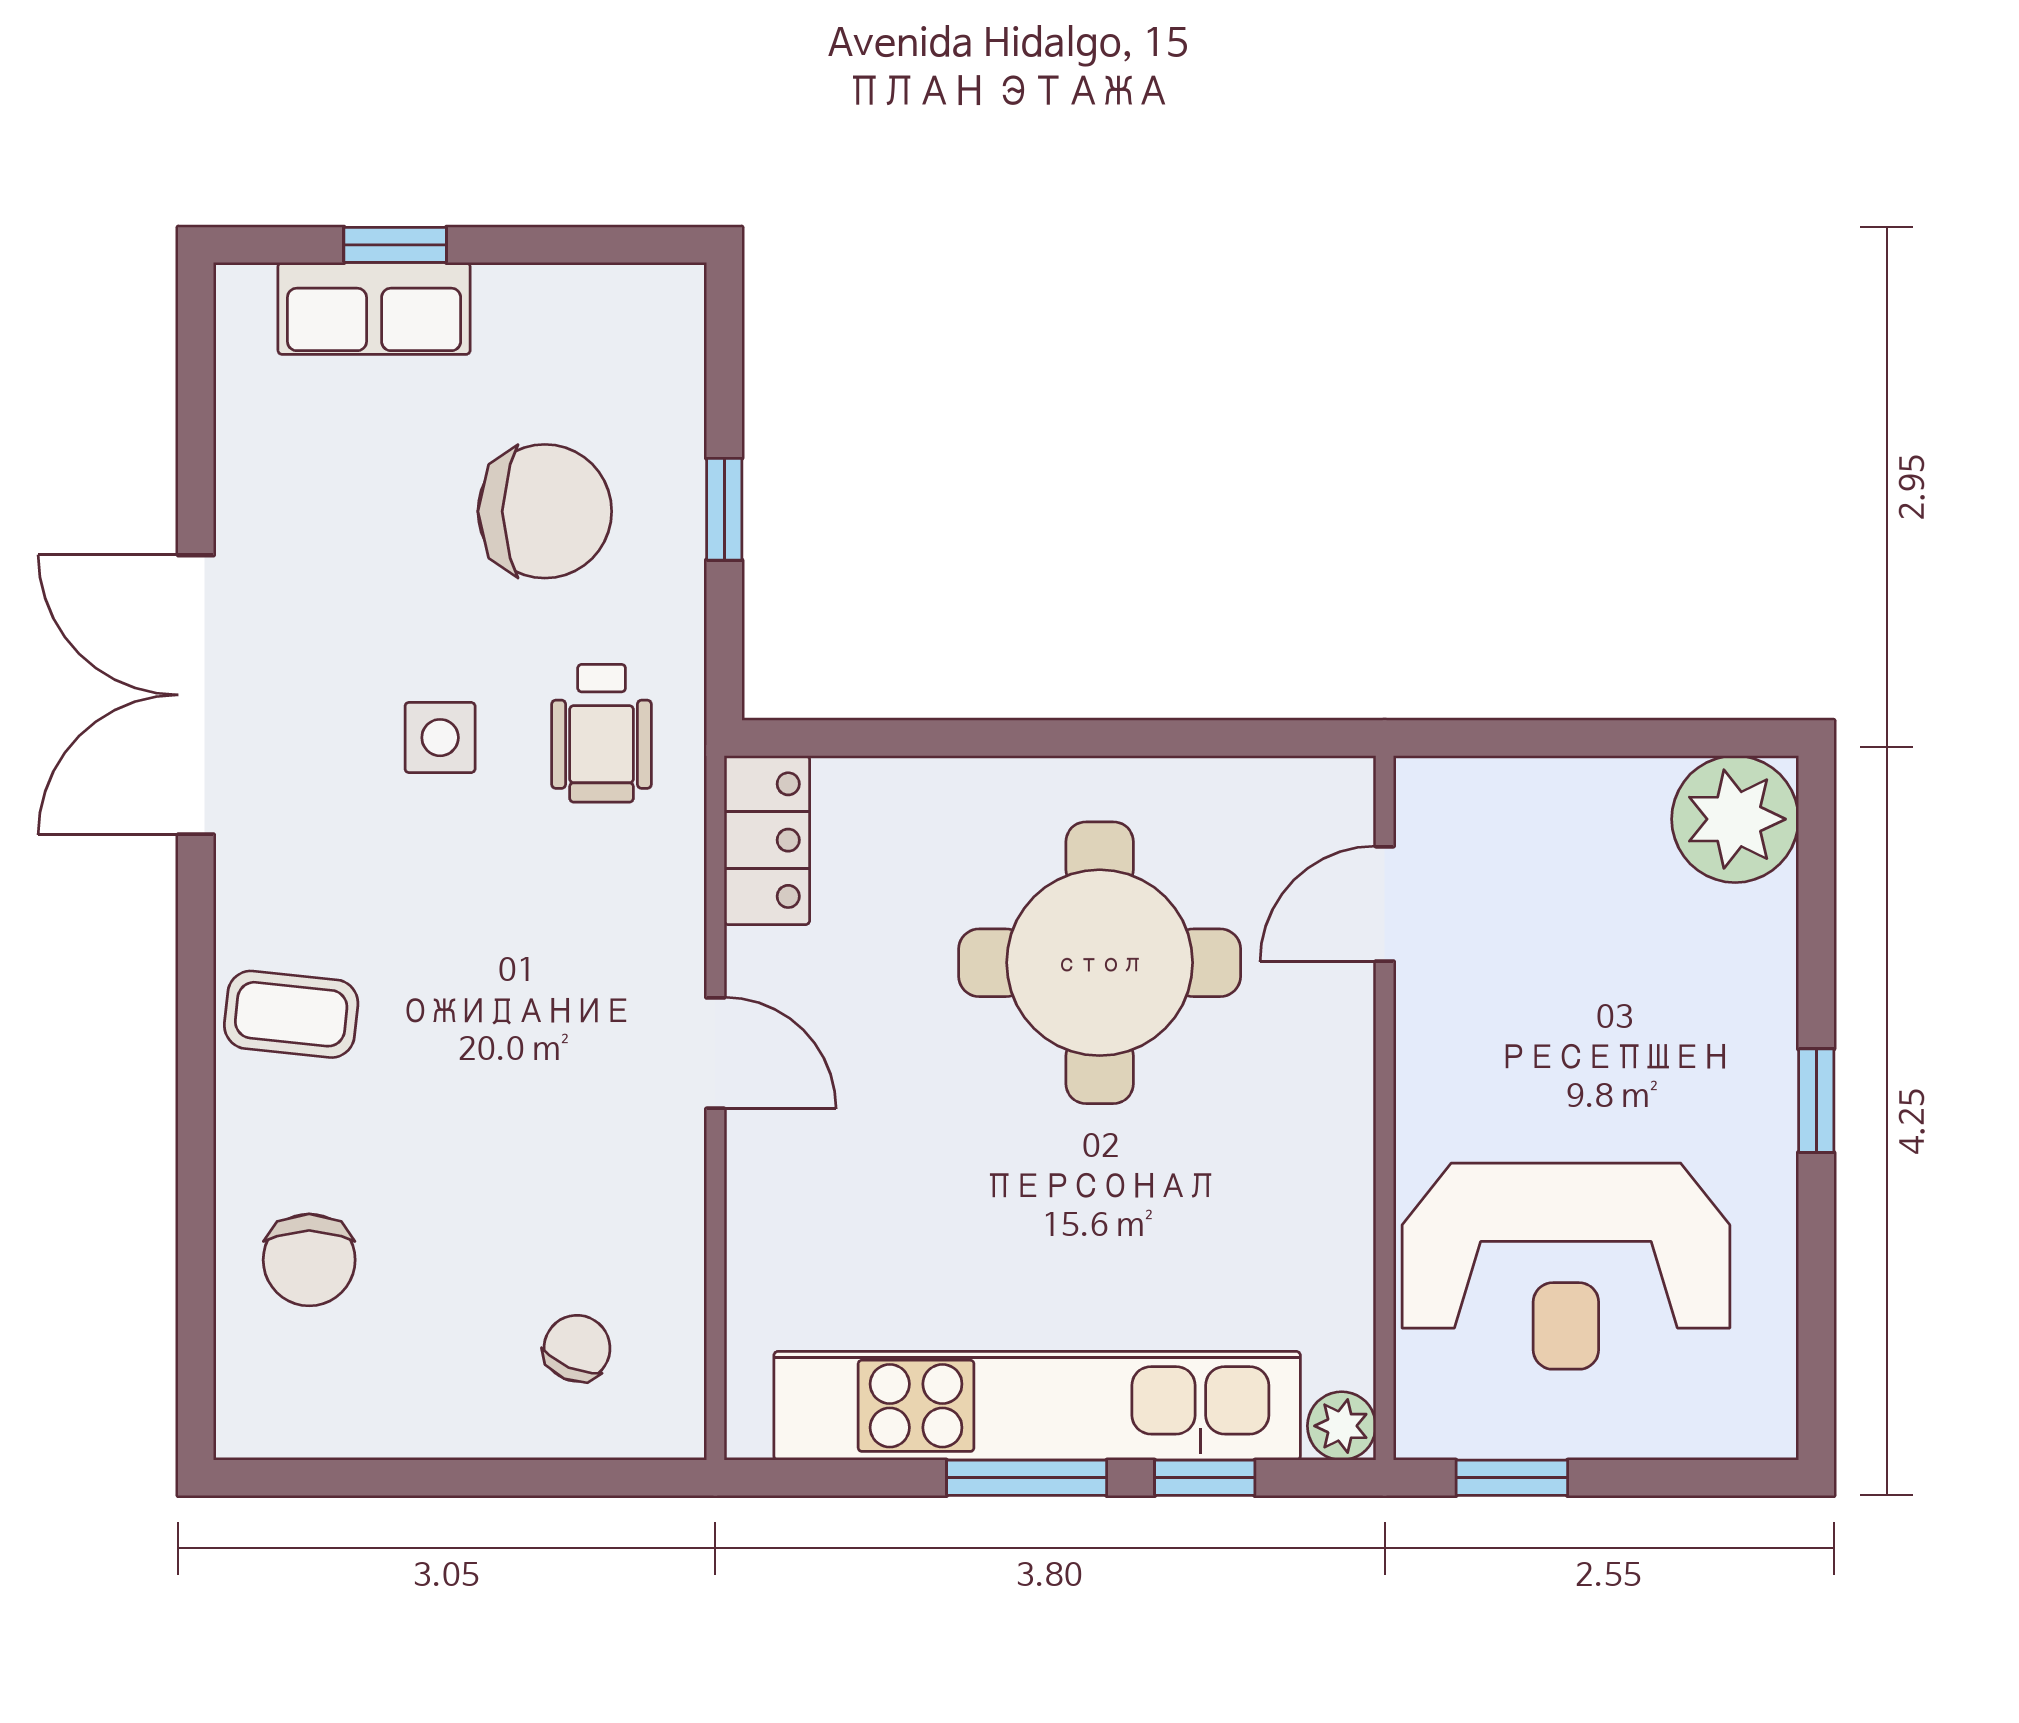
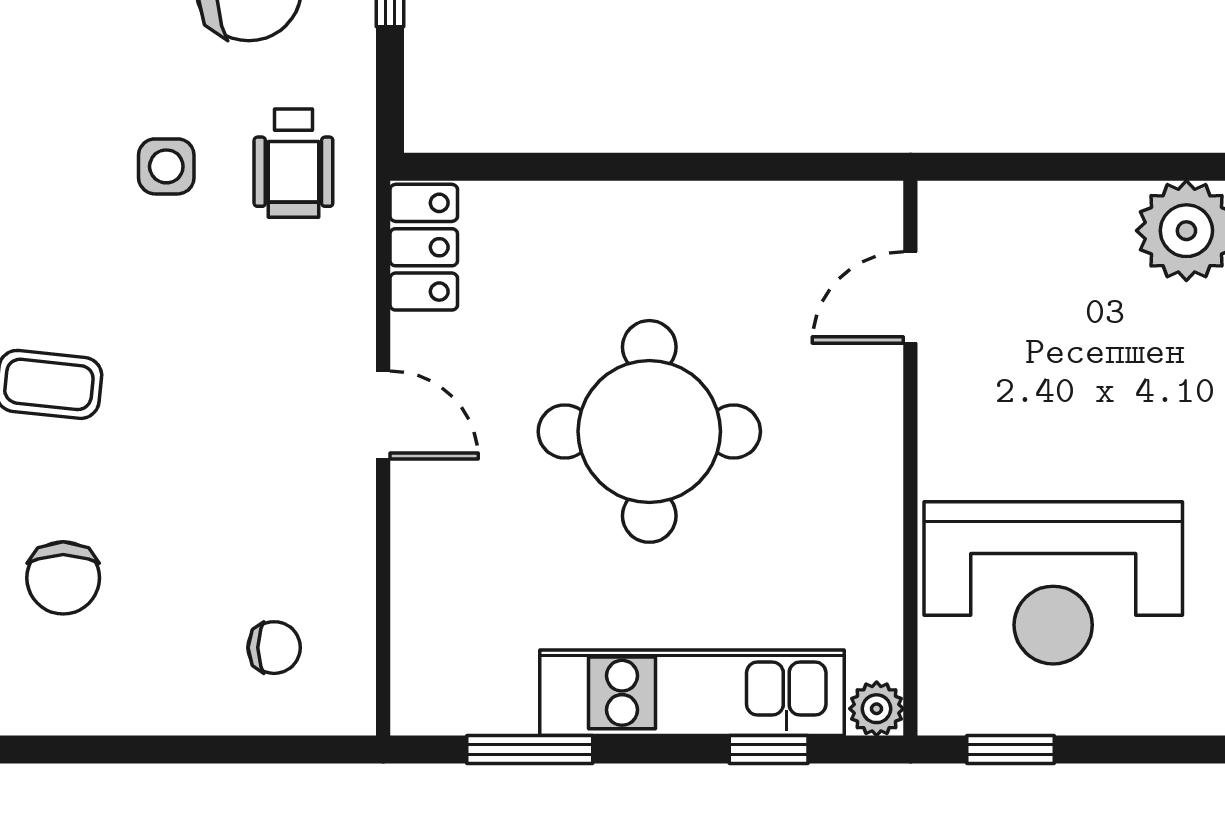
round table: (1100, 963) -> (649, 431), moved
chair: (577, 1348) -> (274, 648), turned 67
kitchen unit: (1037, 1406) -> (692, 693), width x0.73
window: (1027, 1478) -> (530, 750), moved

